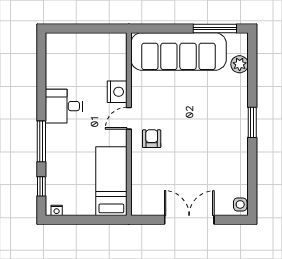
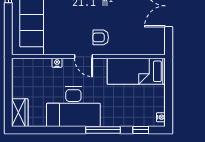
wardrobe: (62, 42) -> (20, 113), added
nightstand: (117, 92) -> (57, 63), width x0.53, depth x0.56
desk: (64, 106) -> (73, 106), width x1.87, depth x1.30

